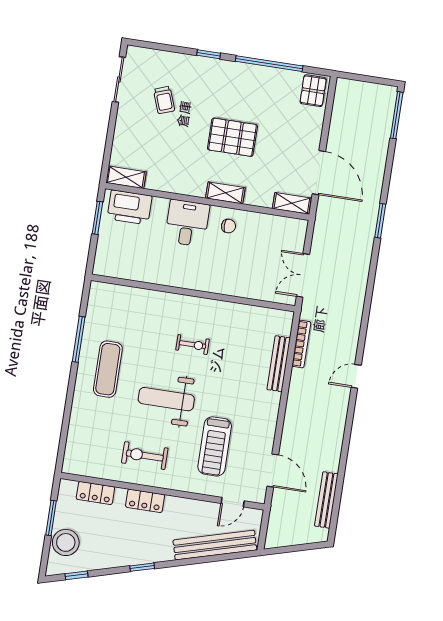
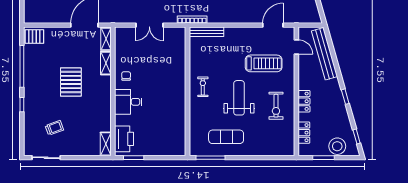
shelving: (225, 193) -> (106, 63), moved
wall: (193, 293) -> (187, 91), moved
weight bench: (166, 399) -> (239, 98), turned 180

